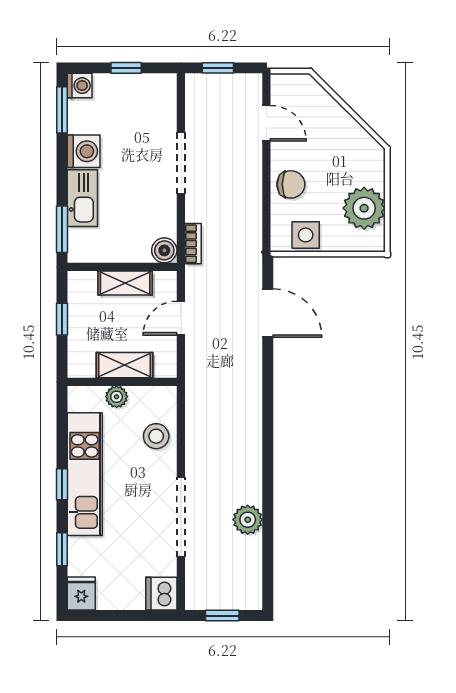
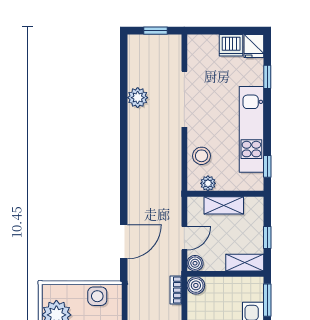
boiler: (166, 282) -> (195, 263), added
shelving: (125, 283) -> (245, 263), moved
door: (268, 313) -> (124, 242), swing flipped
plant: (117, 397) -> (208, 183), moved
window: (62, 484) -> (267, 166), moved
dishwasher: (161, 594) -> (231, 45), moved, turned 90

